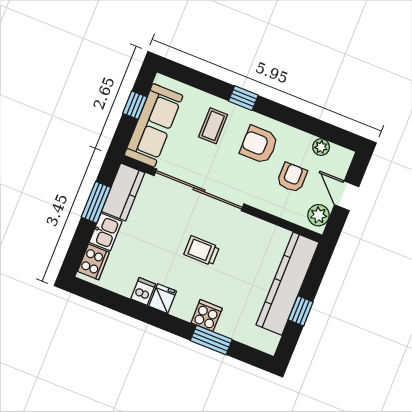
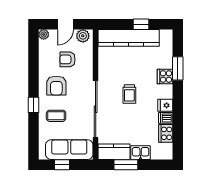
plant: (321, 147) -> (44, 34), moved
cooker: (93, 262) -> (166, 133), moved, turned -90

